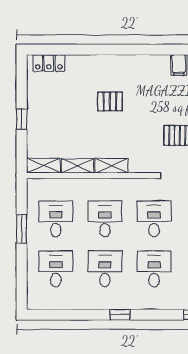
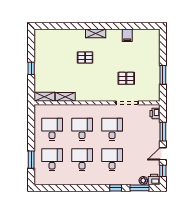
locker: (49, 63) -> (48, 34), removed
shelving: (111, 166) -> (96, 33), moved
window: (22, 229) -> (31, 160), moved
window: (120, 315) -> (116, 188), moved

